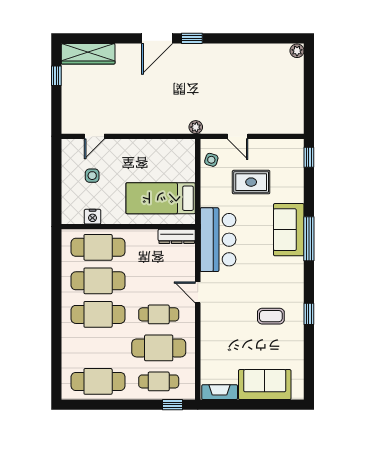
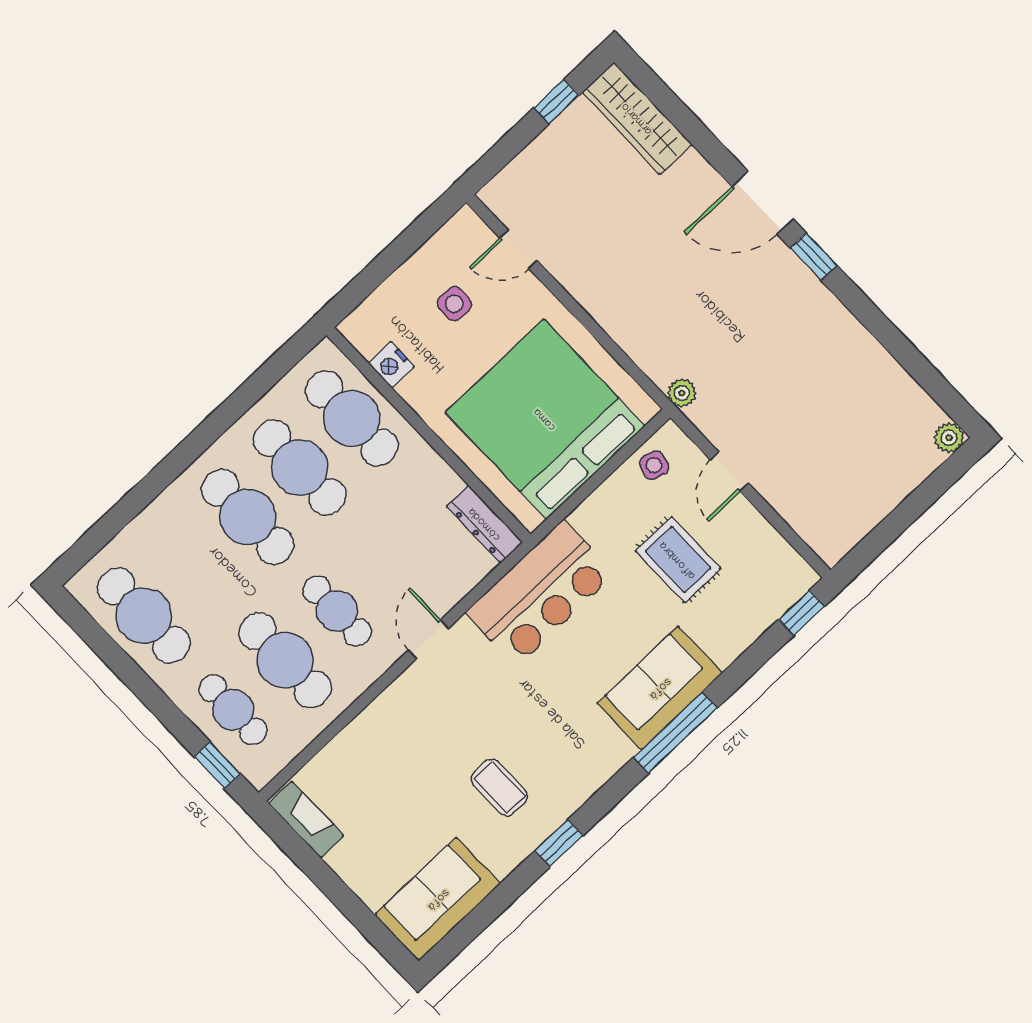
bed: (161, 198) -> (545, 419), width x2.04
sofa: (265, 385) -> (438, 899), moved, turned -90

